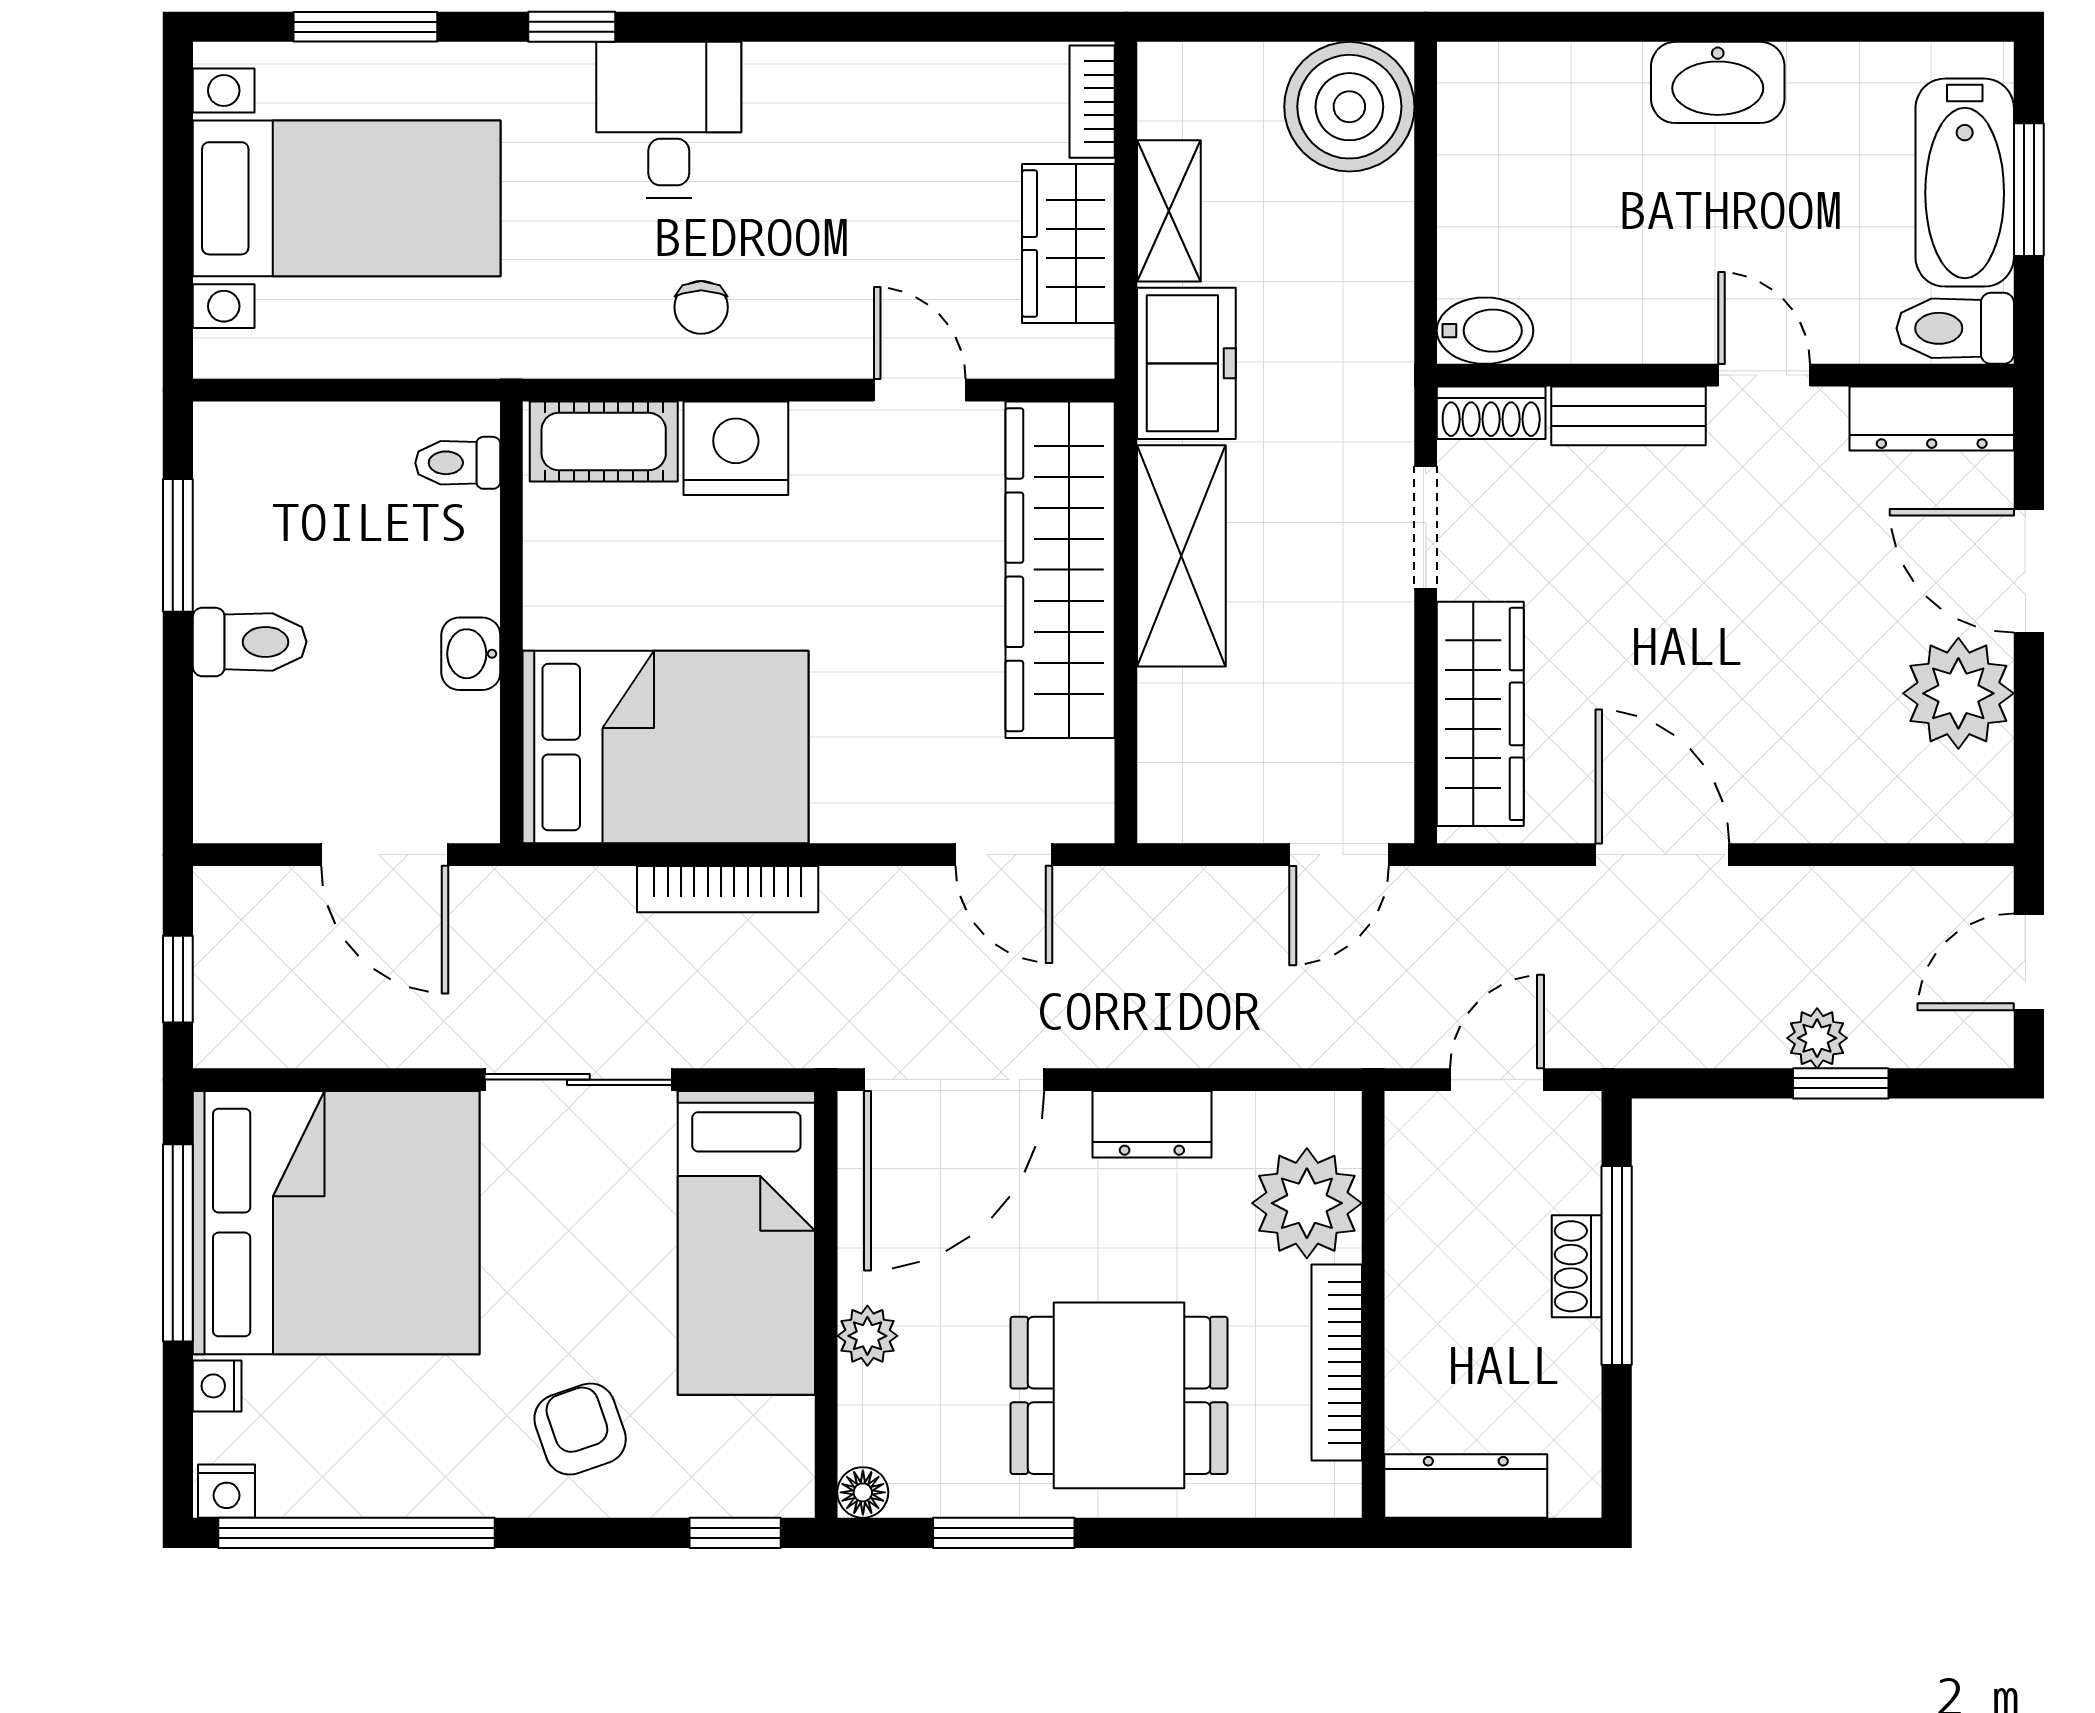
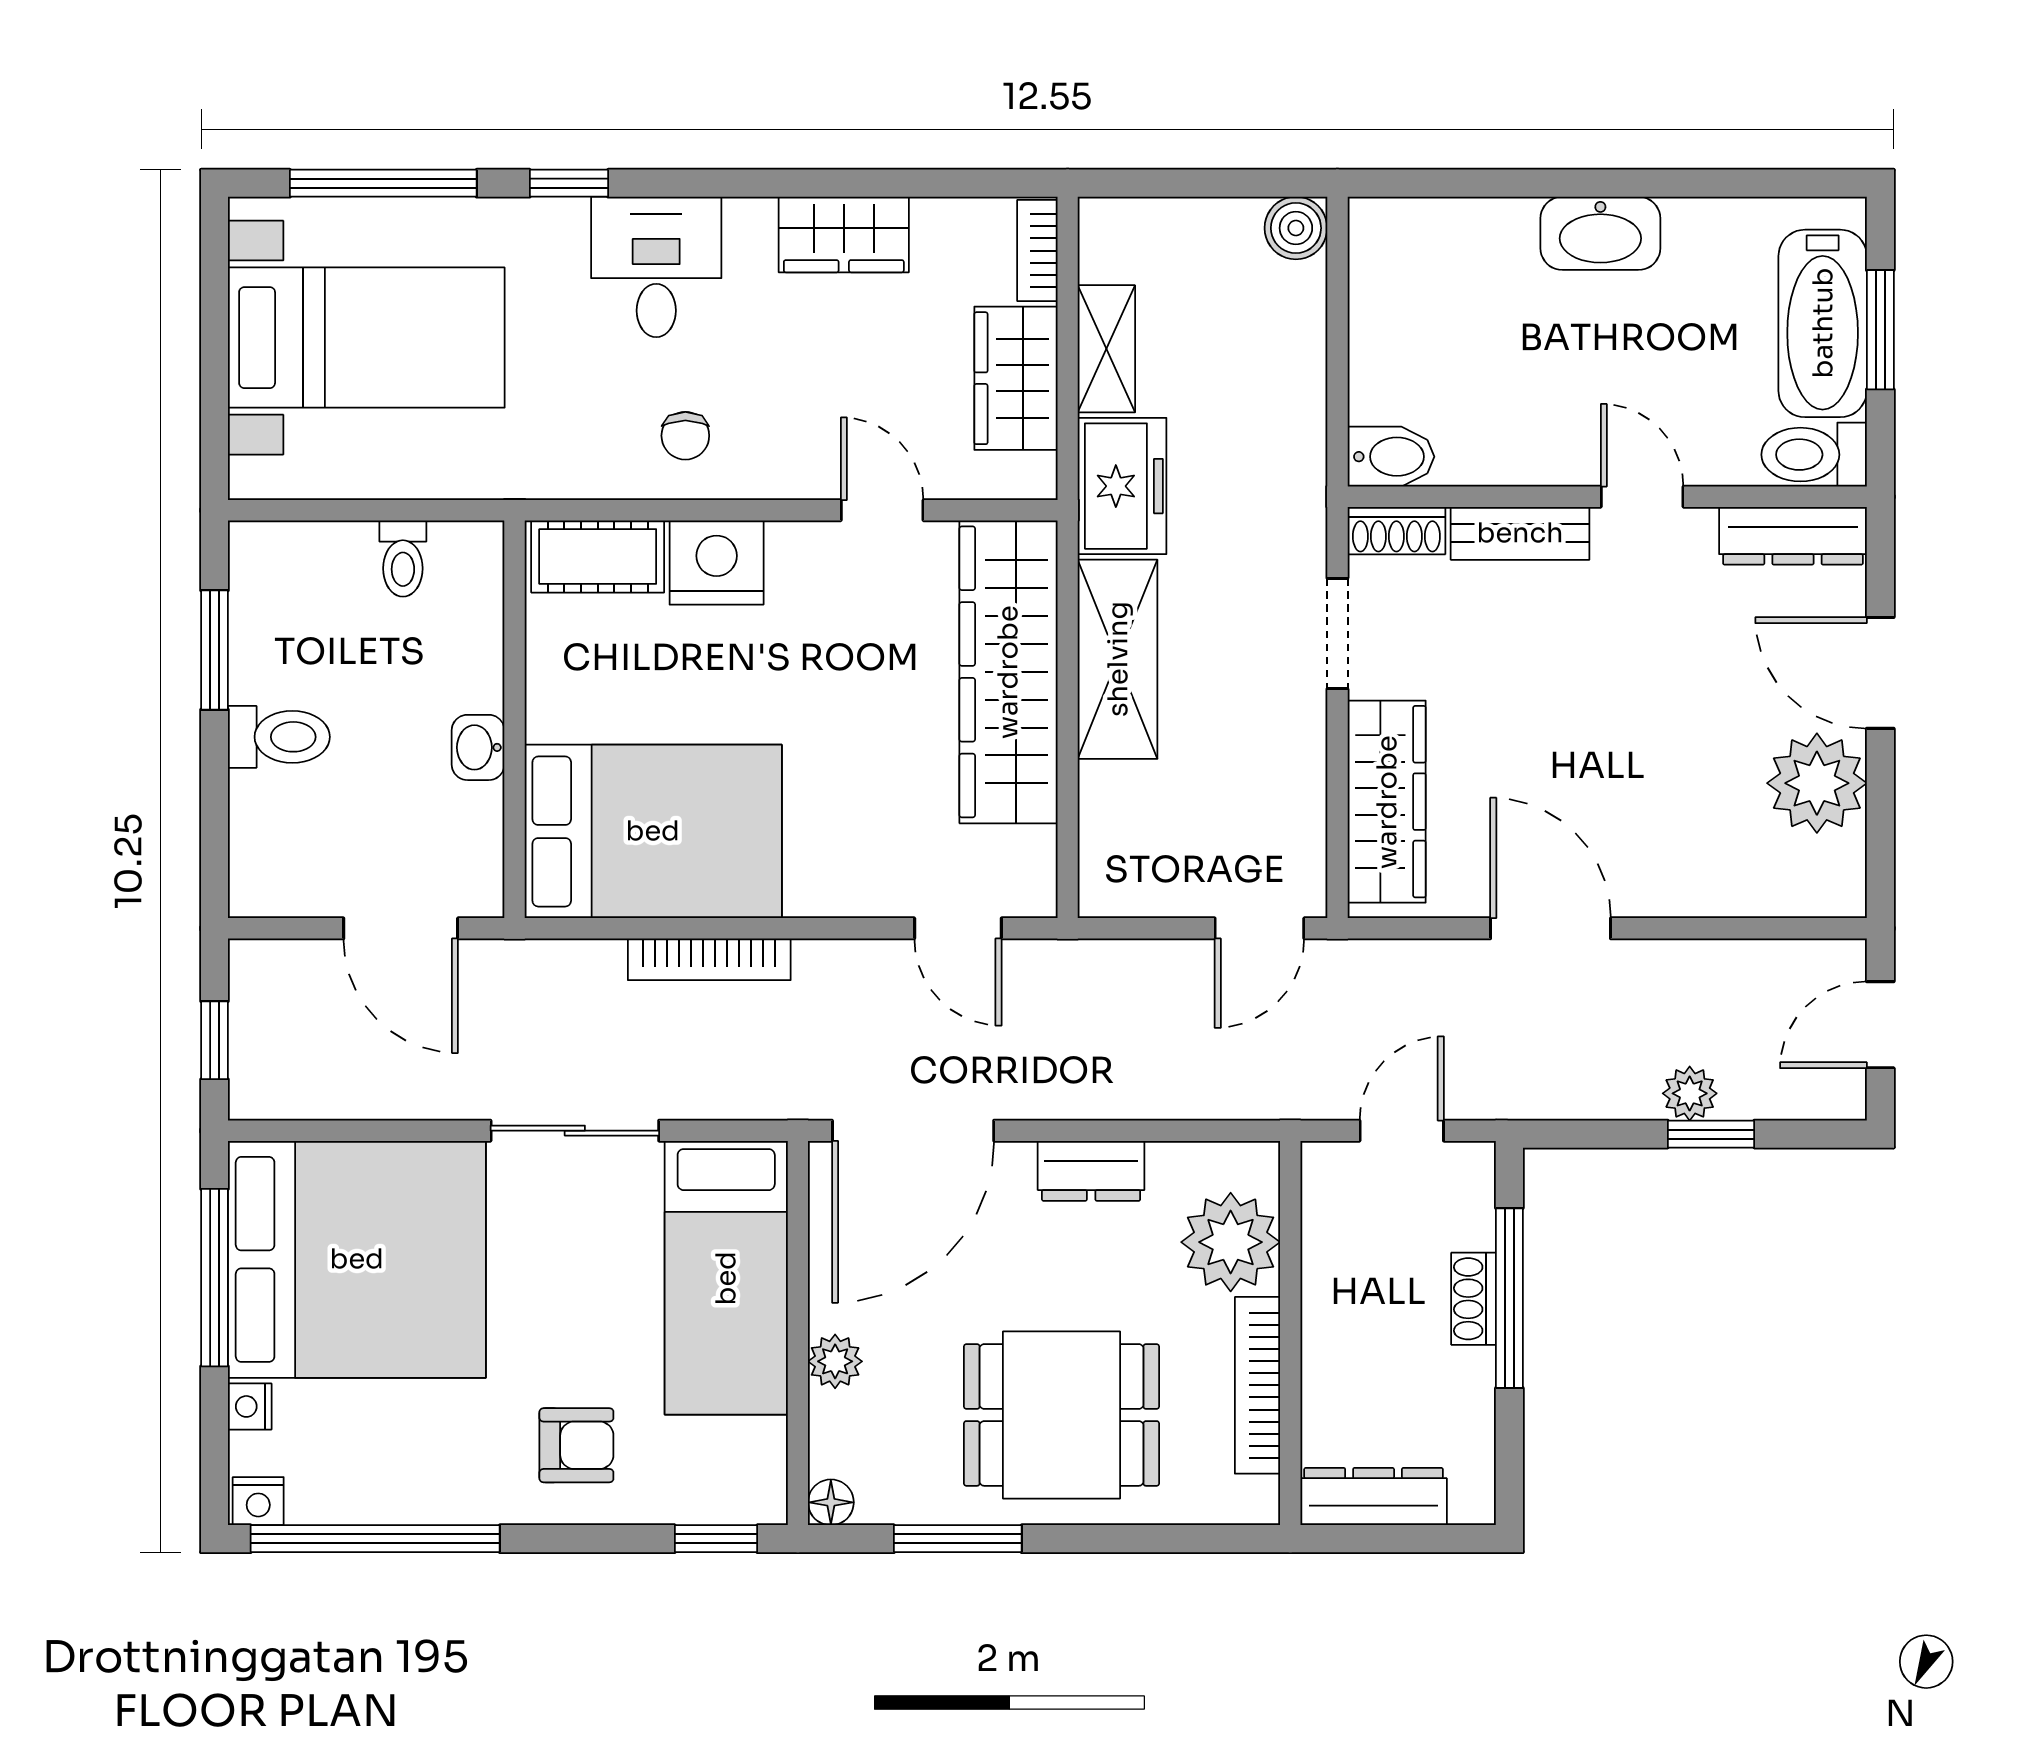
window: (365, 27) -> (383, 183), width x1.44
wardrobe: (877, 84) -> (844, 234), added
boiler: (1349, 107) -> (1296, 228), width x0.54, depth x0.54
toilet: (458, 463) -> (403, 559), moved, turned -90
armchair: (580, 1429) -> (576, 1445), turned 109

